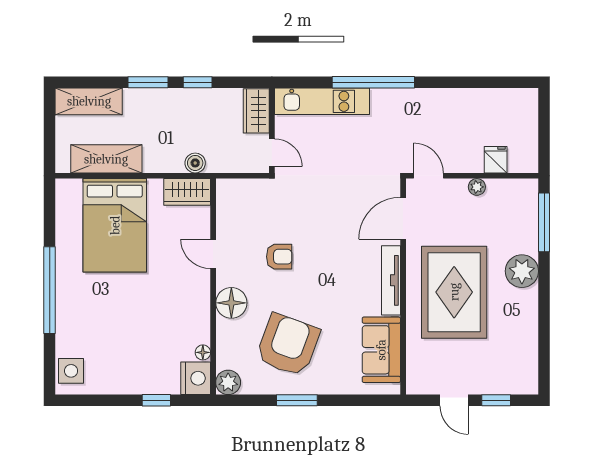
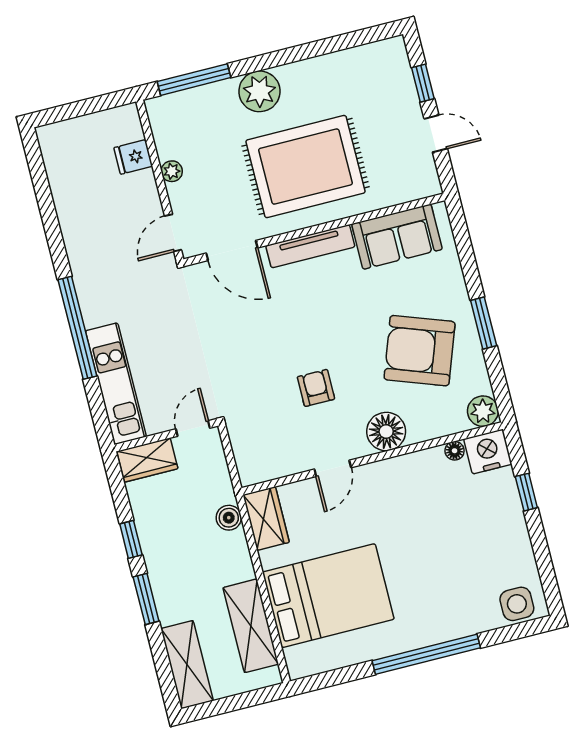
door: (454, 400) -> (436, 134), hinge flipped

